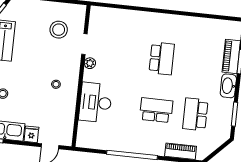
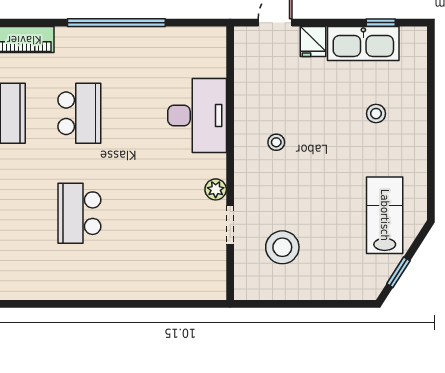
school desk: (156, 110) -> (79, 113), turned -90

